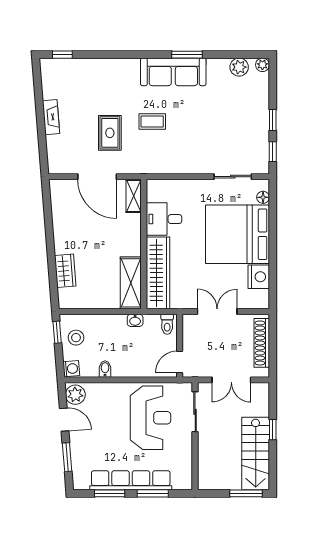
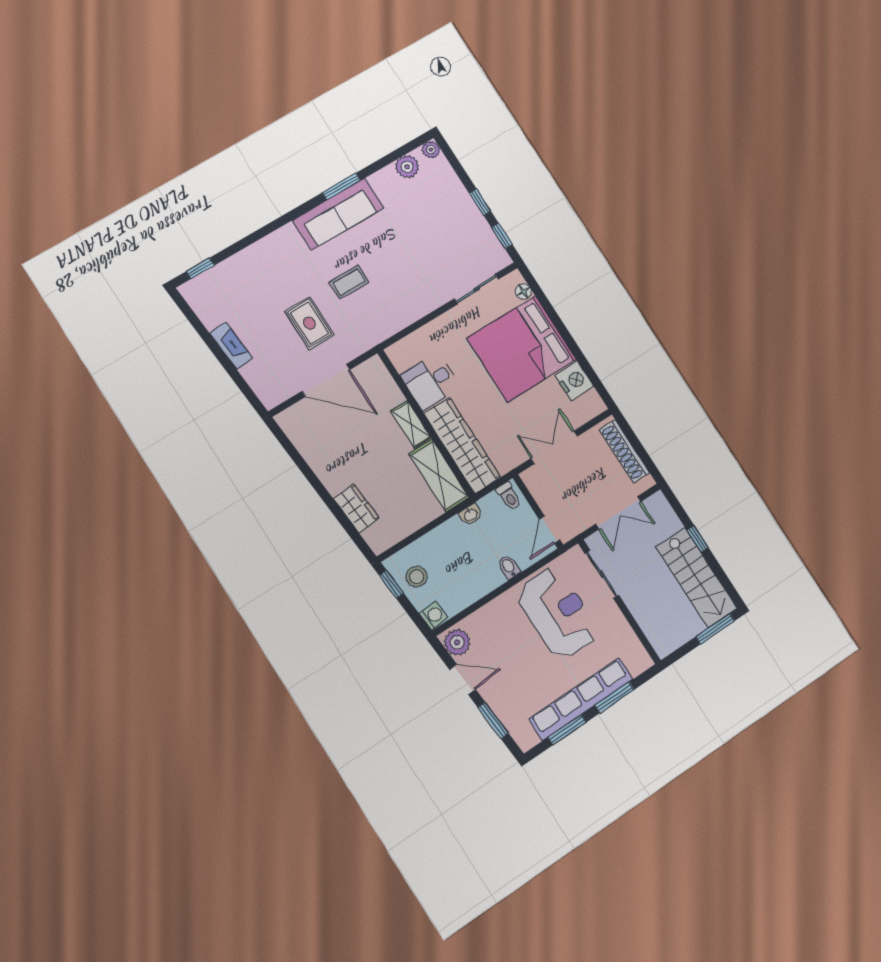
shelving: (134, 196) -> (411, 424), moved
bidet: (105, 369) -> (509, 567), moved

